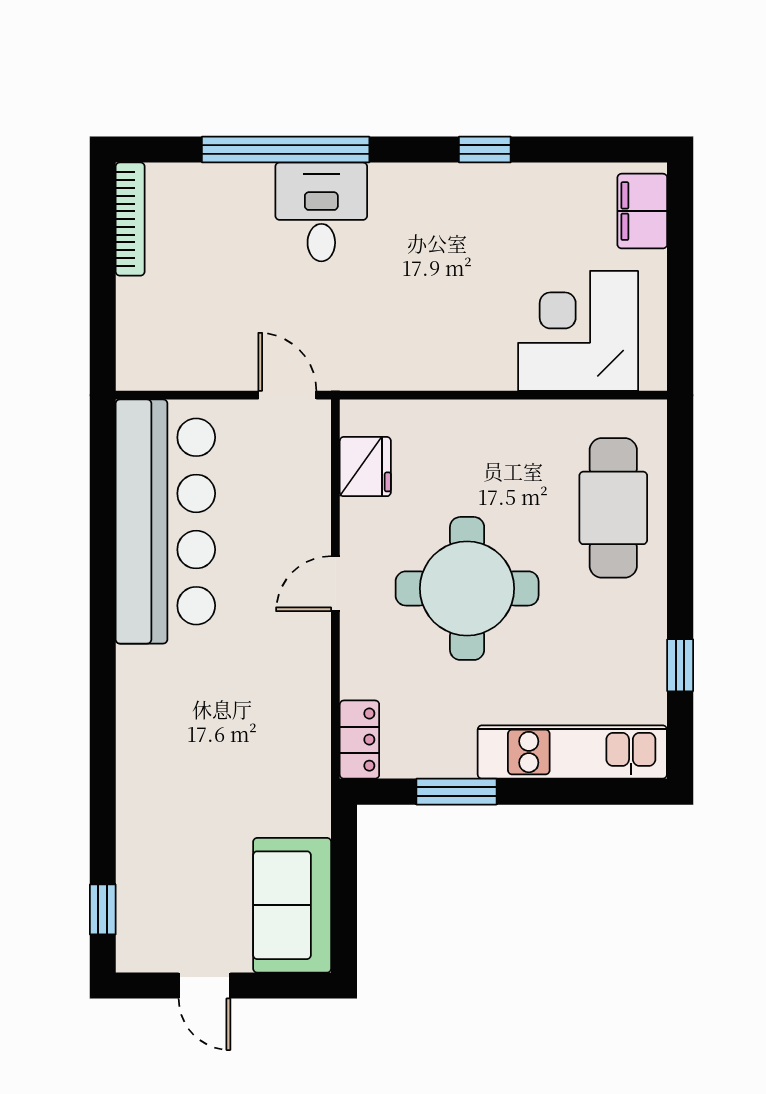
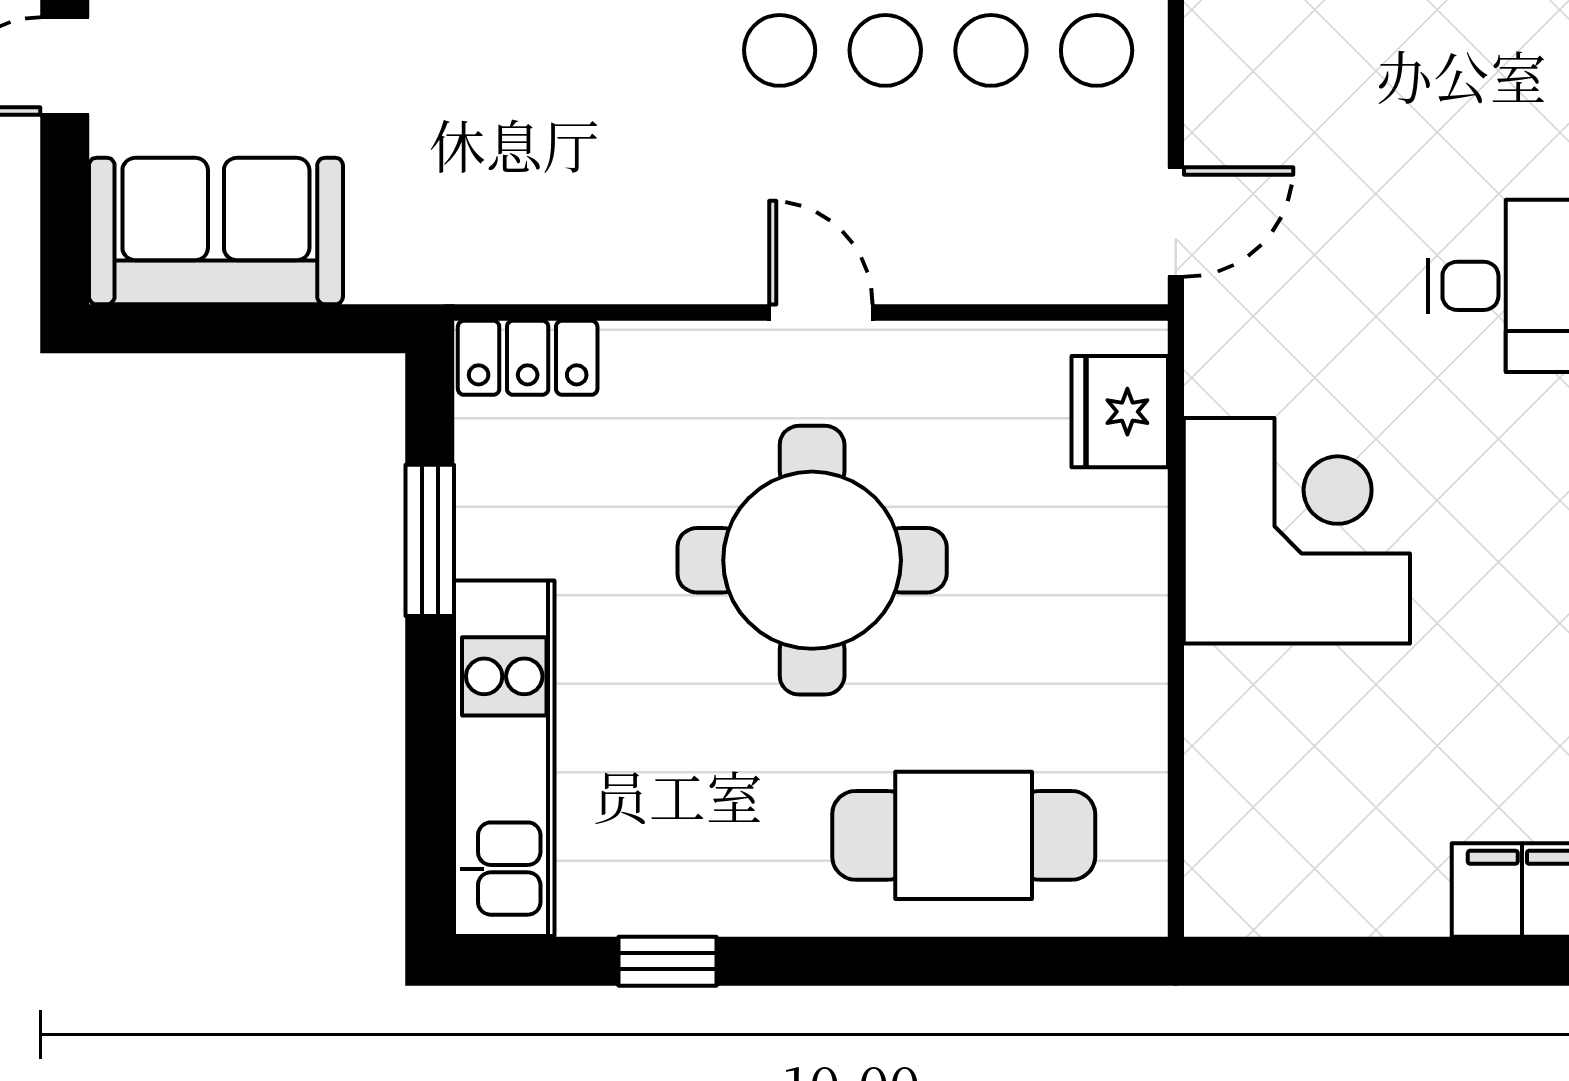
corner desk: (578, 331) -> (1297, 531), moved
fridge: (365, 467) -> (1120, 412), moved, turned 90

